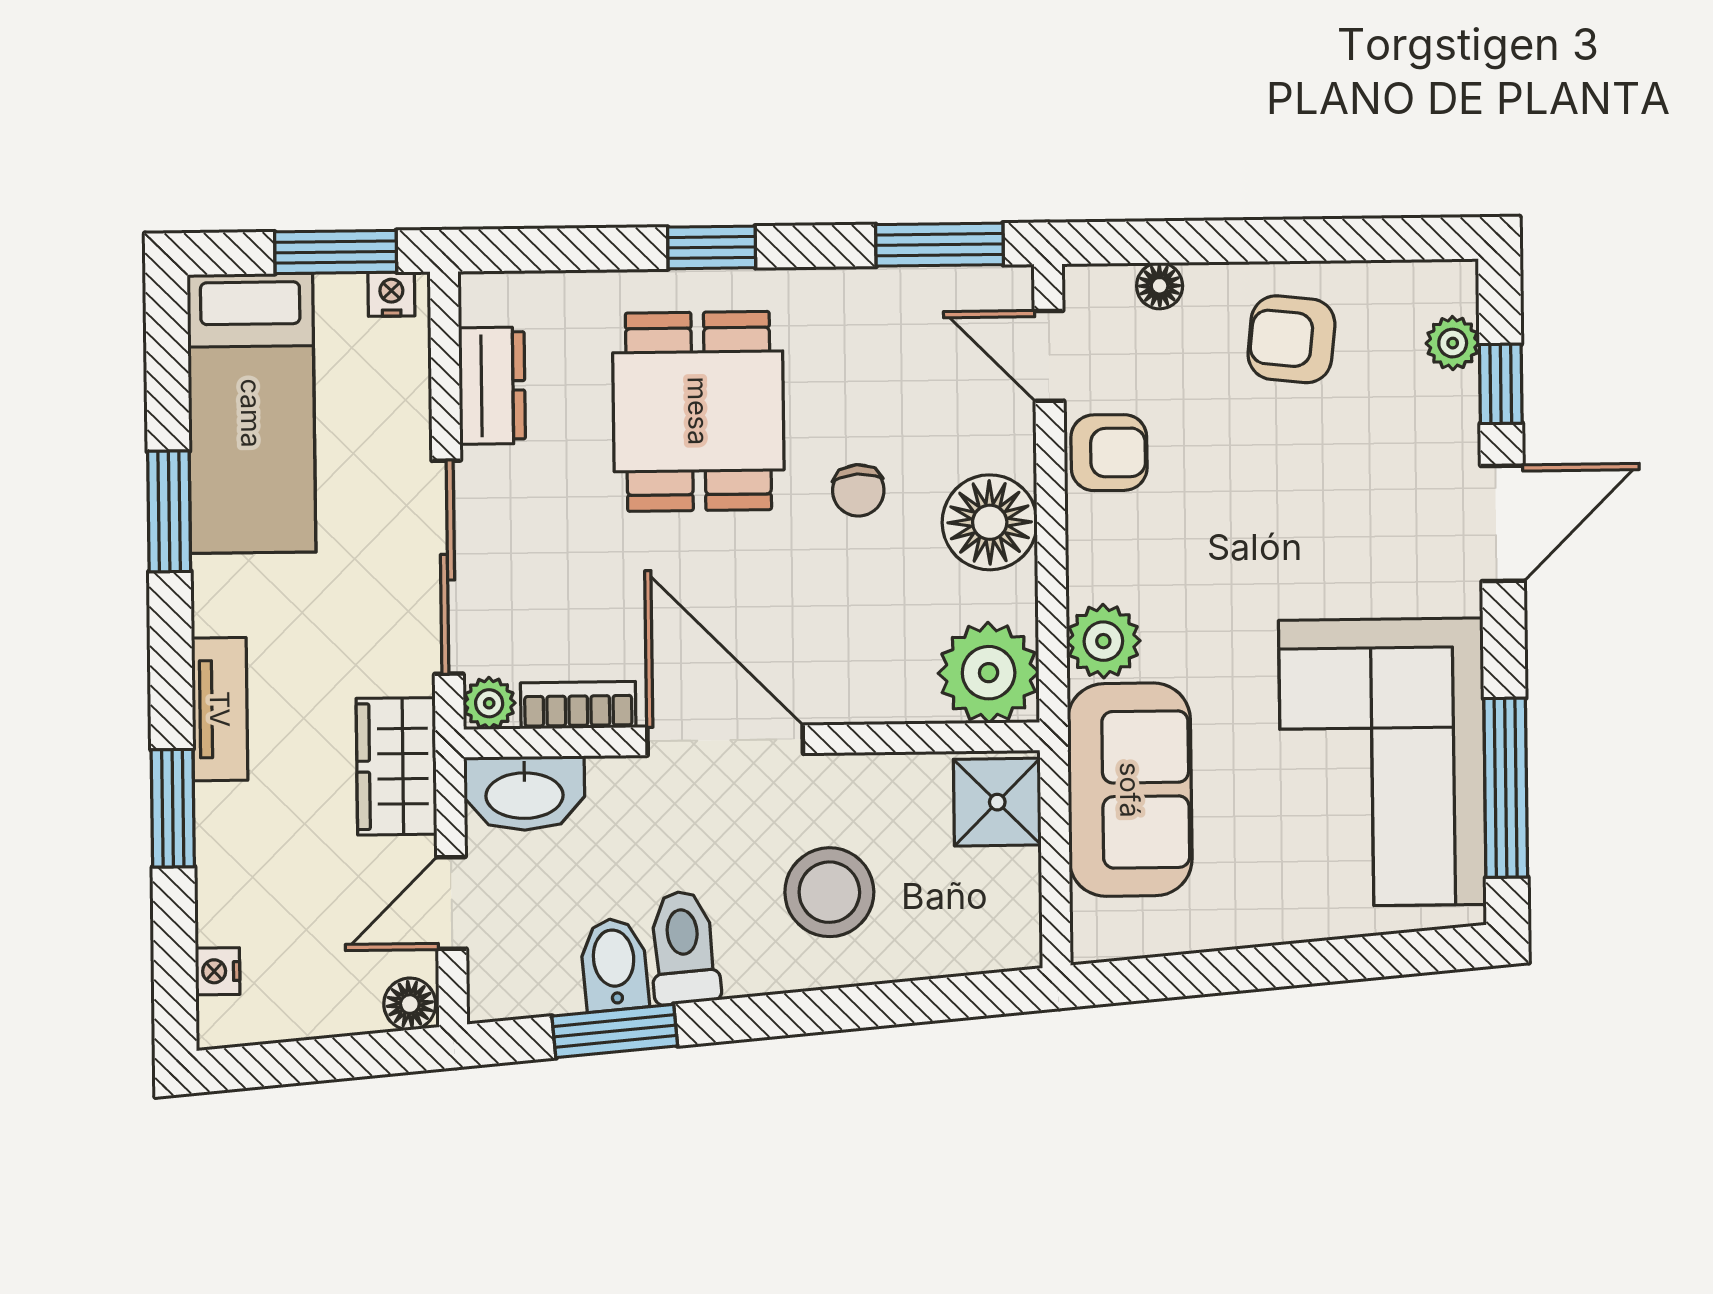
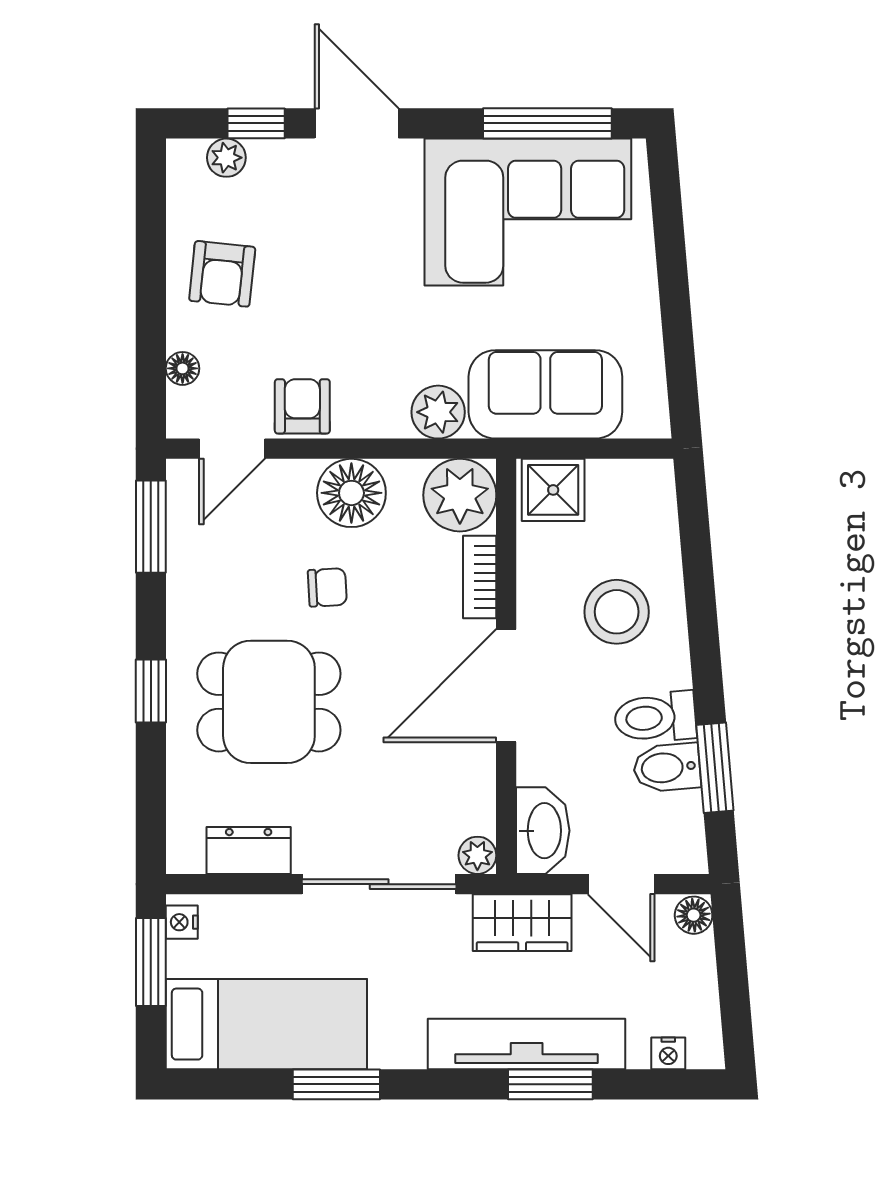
bookcase: (578, 705) -> (480, 577), moved
tv unit: (220, 709) -> (527, 1044), width x1.92, depth x1.29

